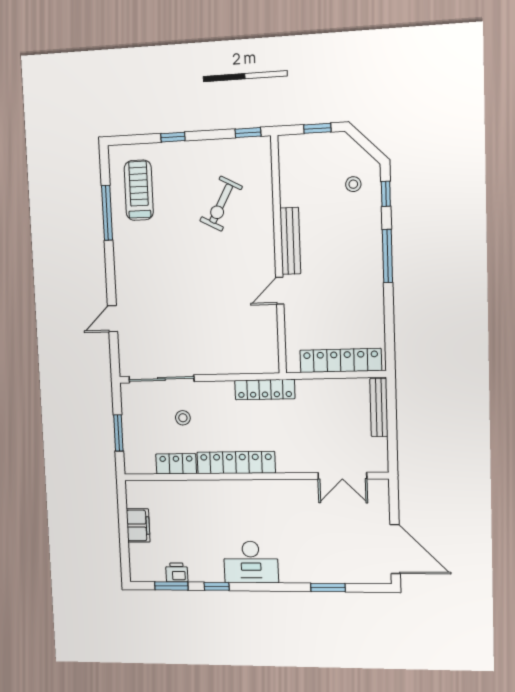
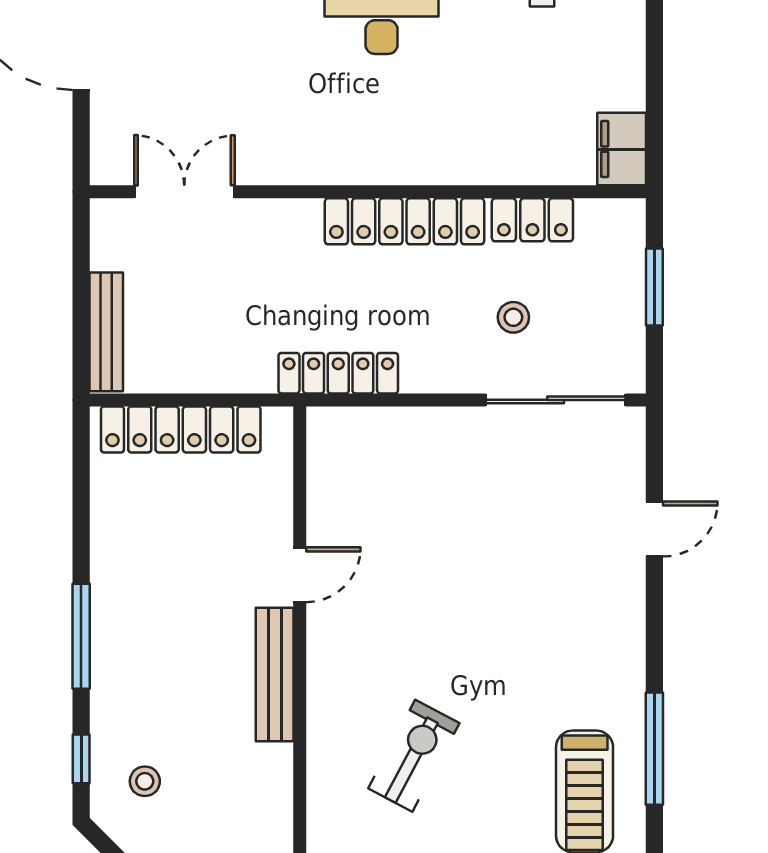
filing cabinet: (138, 525) -> (622, 149), moved

